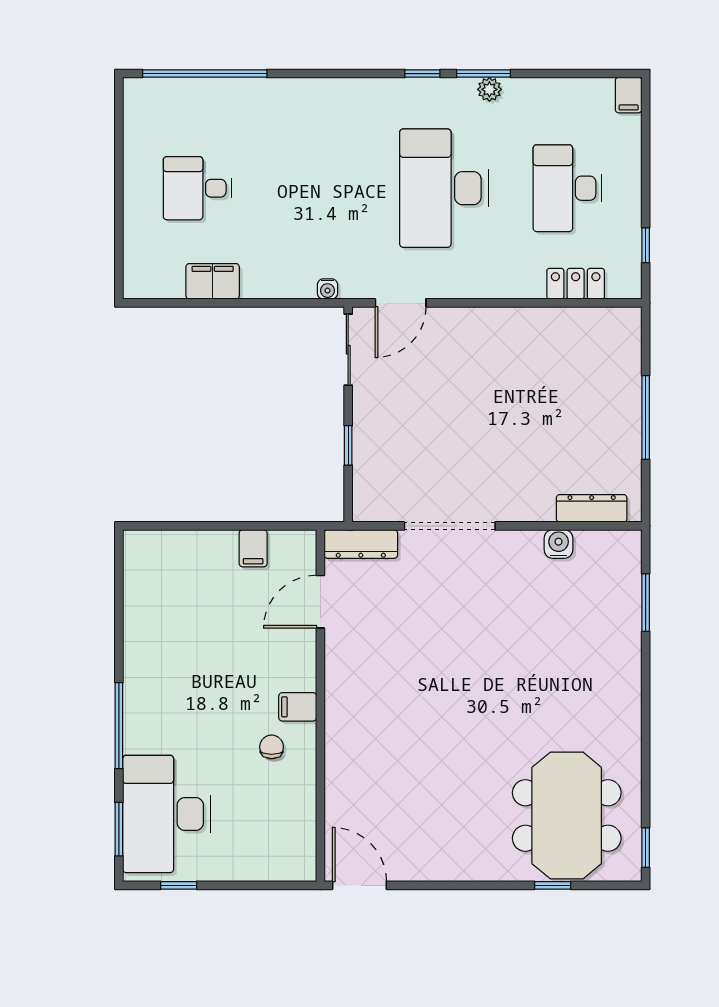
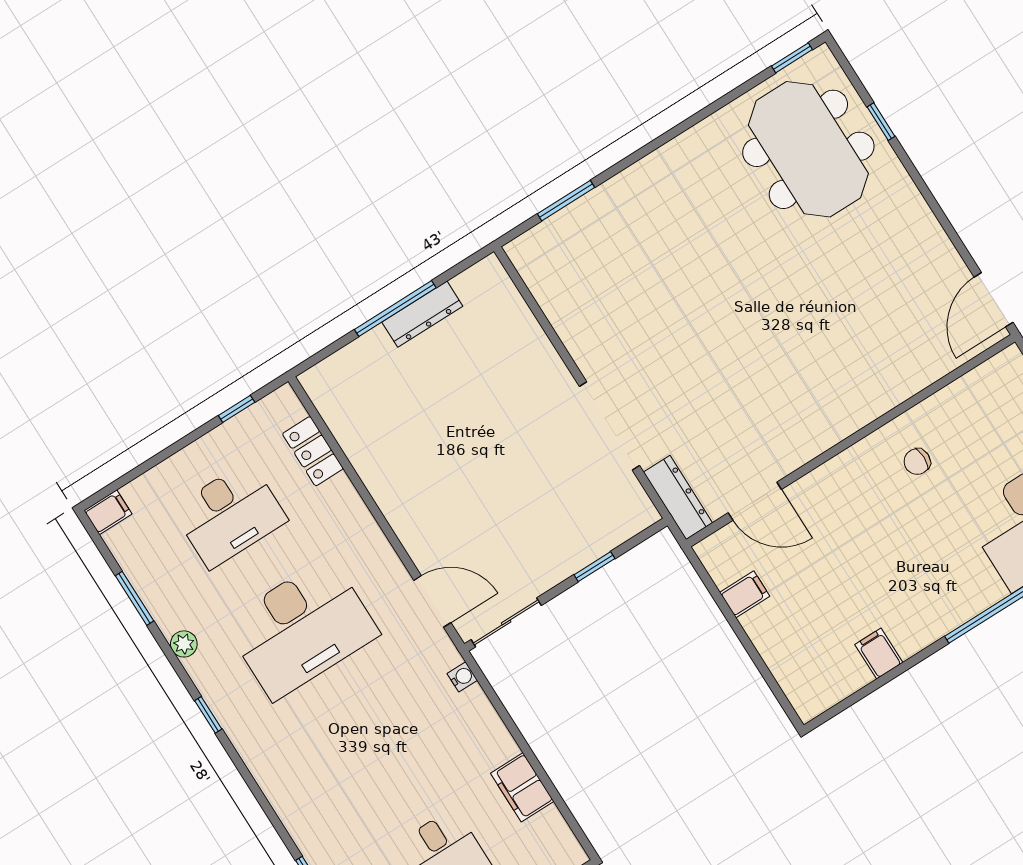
window: (483, 74) -> (135, 598), moved
dresser: (592, 508) -> (422, 314), moved, turned -90
water cooler: (559, 544) -> (563, 315), removed
filing cabinet: (298, 707) -> (879, 654), moved, turned 180
meeting table: (567, 816) -> (808, 149), turned 90

